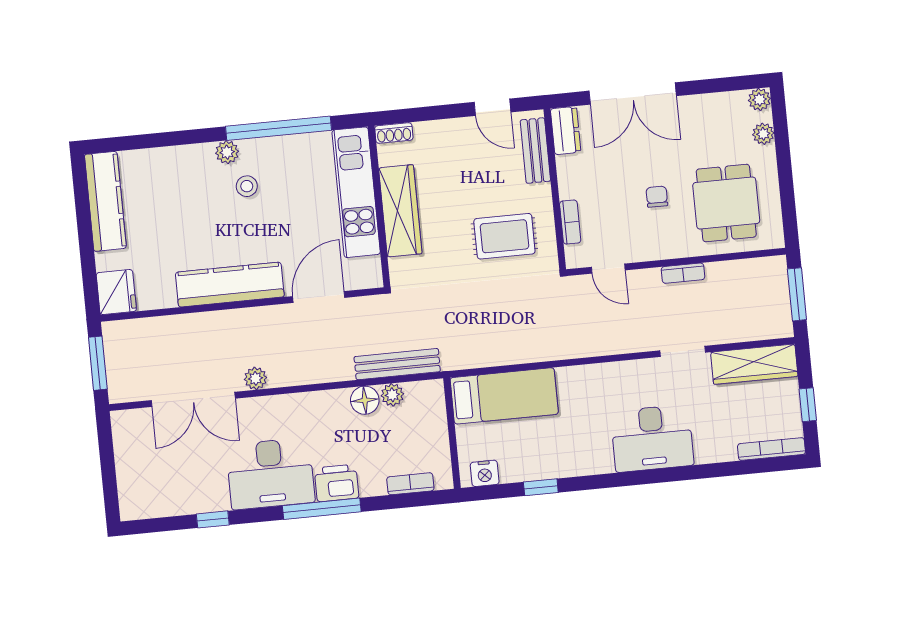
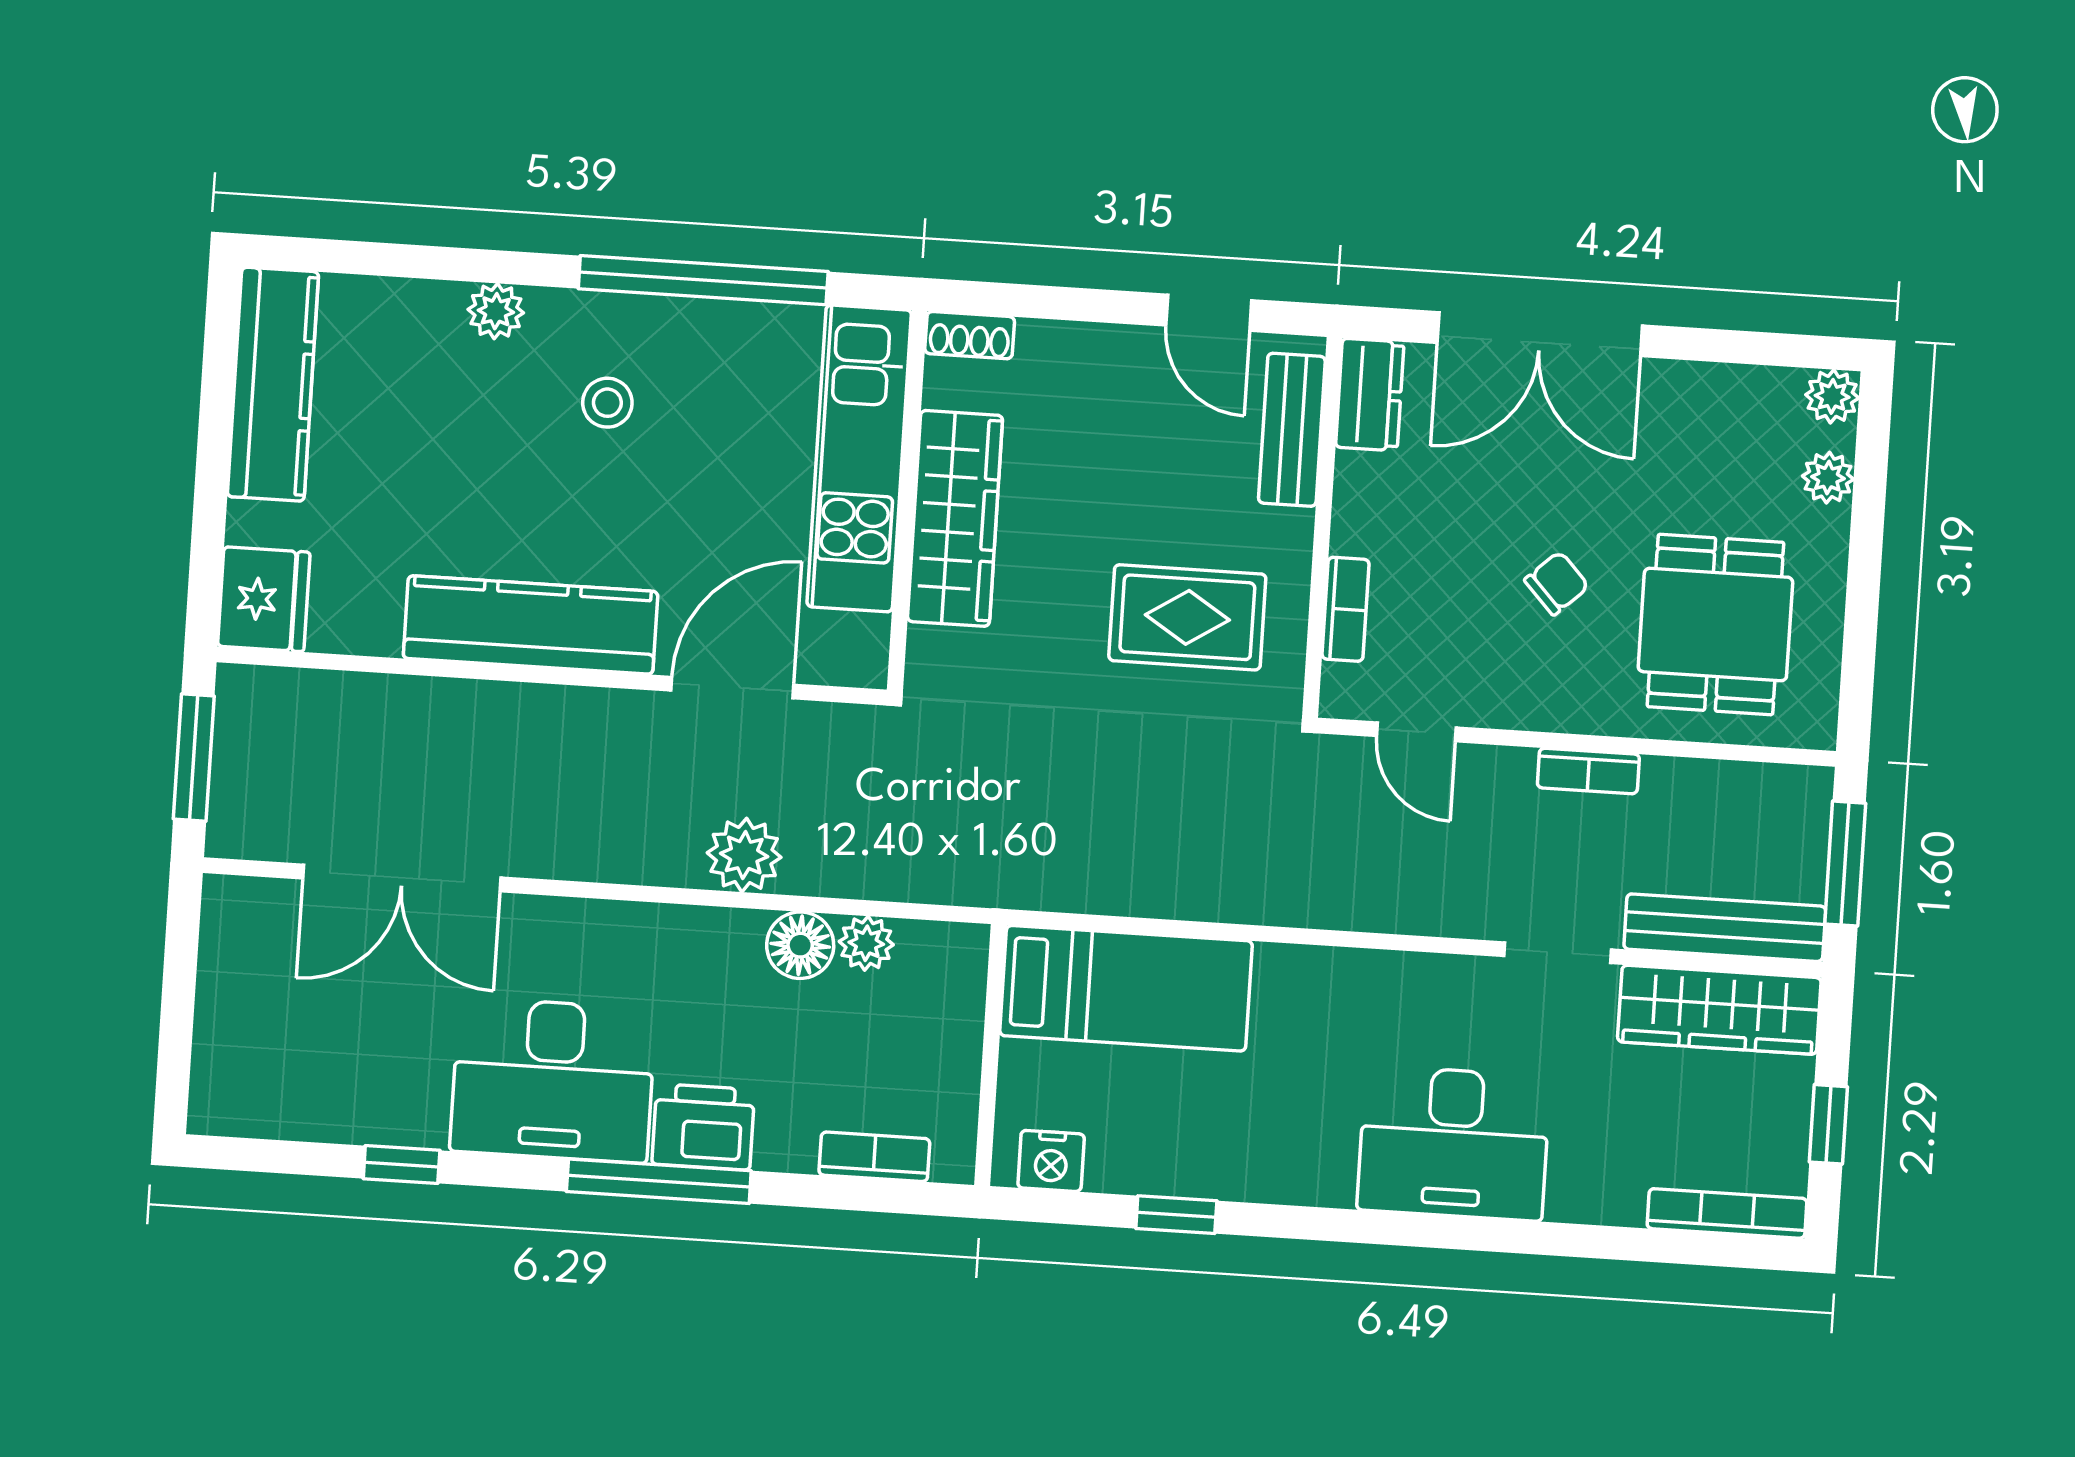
plant: (227, 152) -> (496, 311), moved
chair: (657, 197) -> (1557, 583), turned 47
bench: (397, 364) -> (1725, 928), moved
plant: (256, 378) -> (744, 855), moved, width x1.38, depth x1.38

